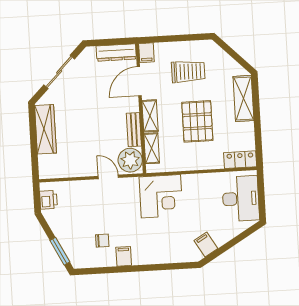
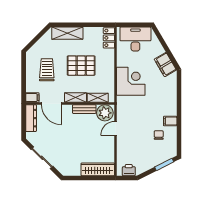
wardrobe: (45, 129) -> (98, 169), moved
corner desk: (161, 196) -> (131, 81), moved
filing cabinet: (206, 244) -> (165, 65), width x2.00

